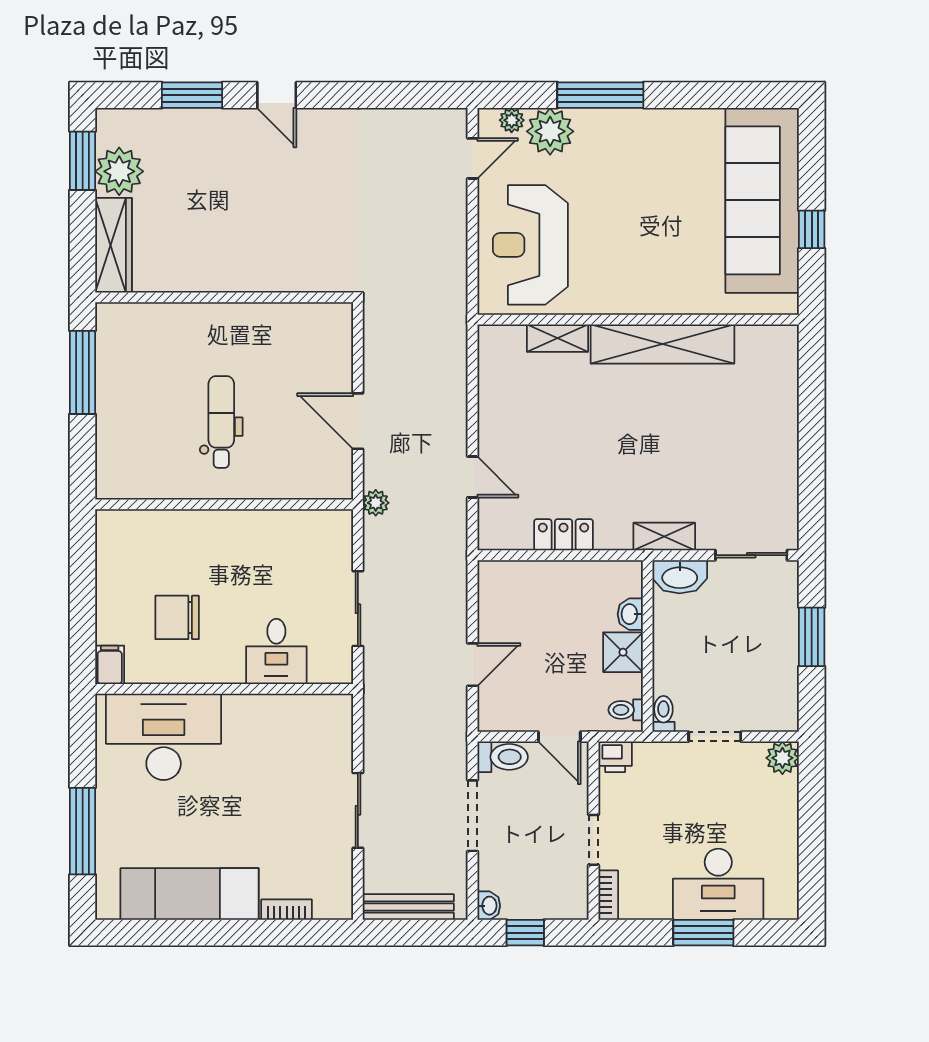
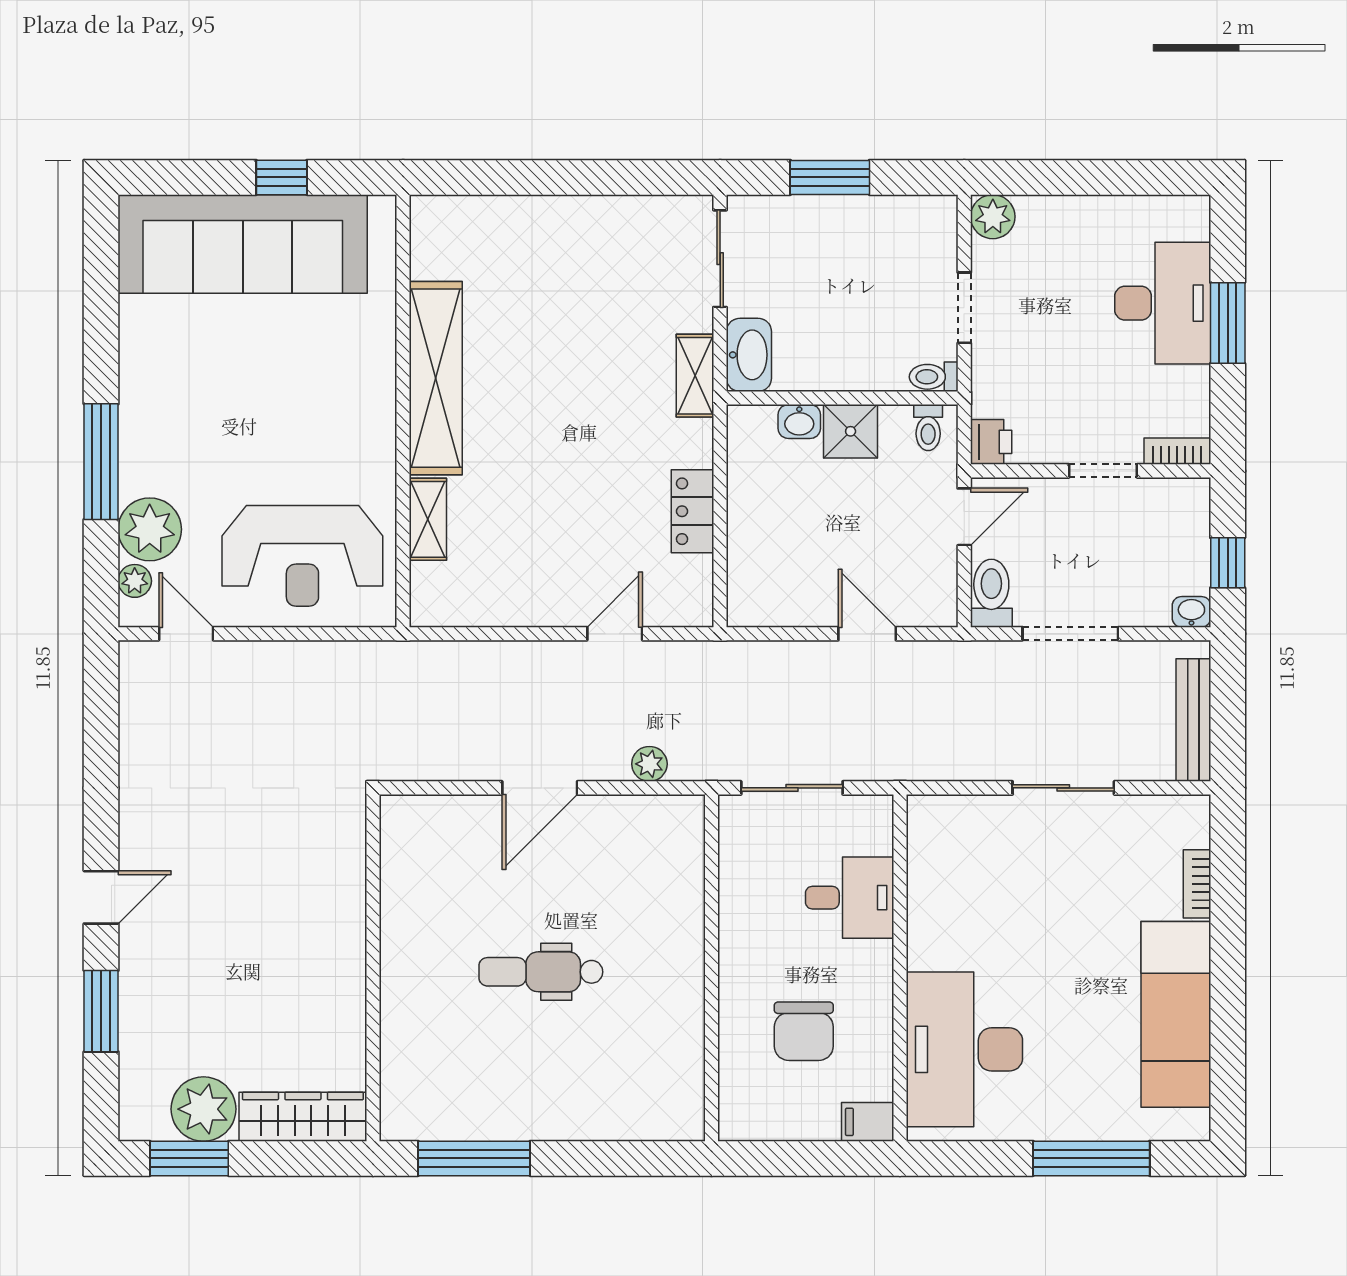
wall: (224, 504) -> (711, 968), moved

